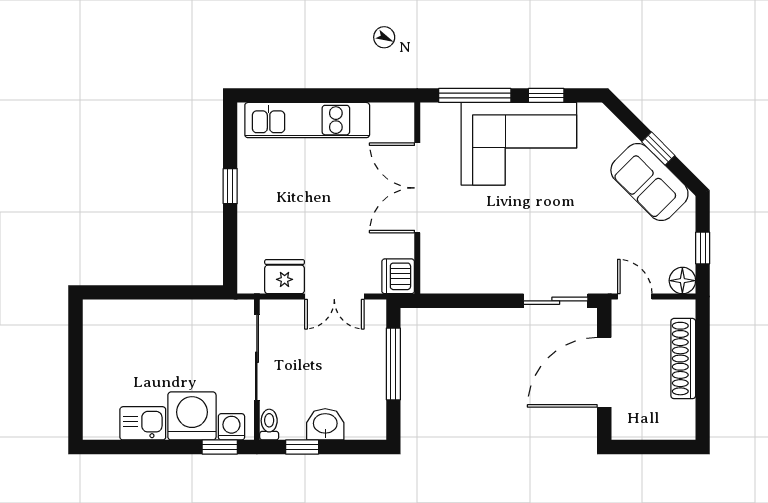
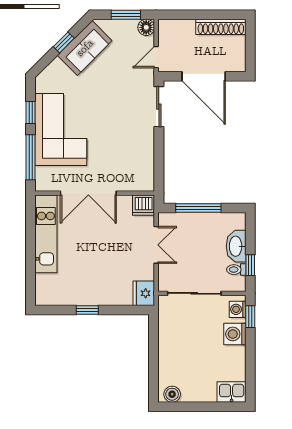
kitchen unit: (307, 120) -> (46, 234), moved
window: (703, 248) -> (126, 15), width x1.50
fridge: (285, 277) -> (144, 293), moved
boiler: (96, 322) -> (172, 394), added
shoe rack: (683, 359) -> (221, 27), moved
washing machine: (192, 416) -> (235, 334), width x0.73, depth x0.73
kitchen sink: (143, 423) -> (232, 392), moved, turned 90
washbasin: (325, 424) -> (236, 246), width x1.38
toilet: (269, 425) -> (236, 270), moved

